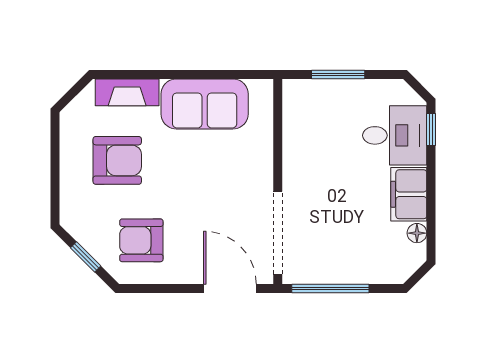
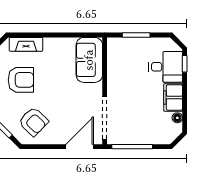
sofa: (205, 104) -> (89, 60), moved, turned 90
armchair: (141, 240) -> (33, 122), turned -136
door: (230, 289) -> (80, 147), hinge flipped

